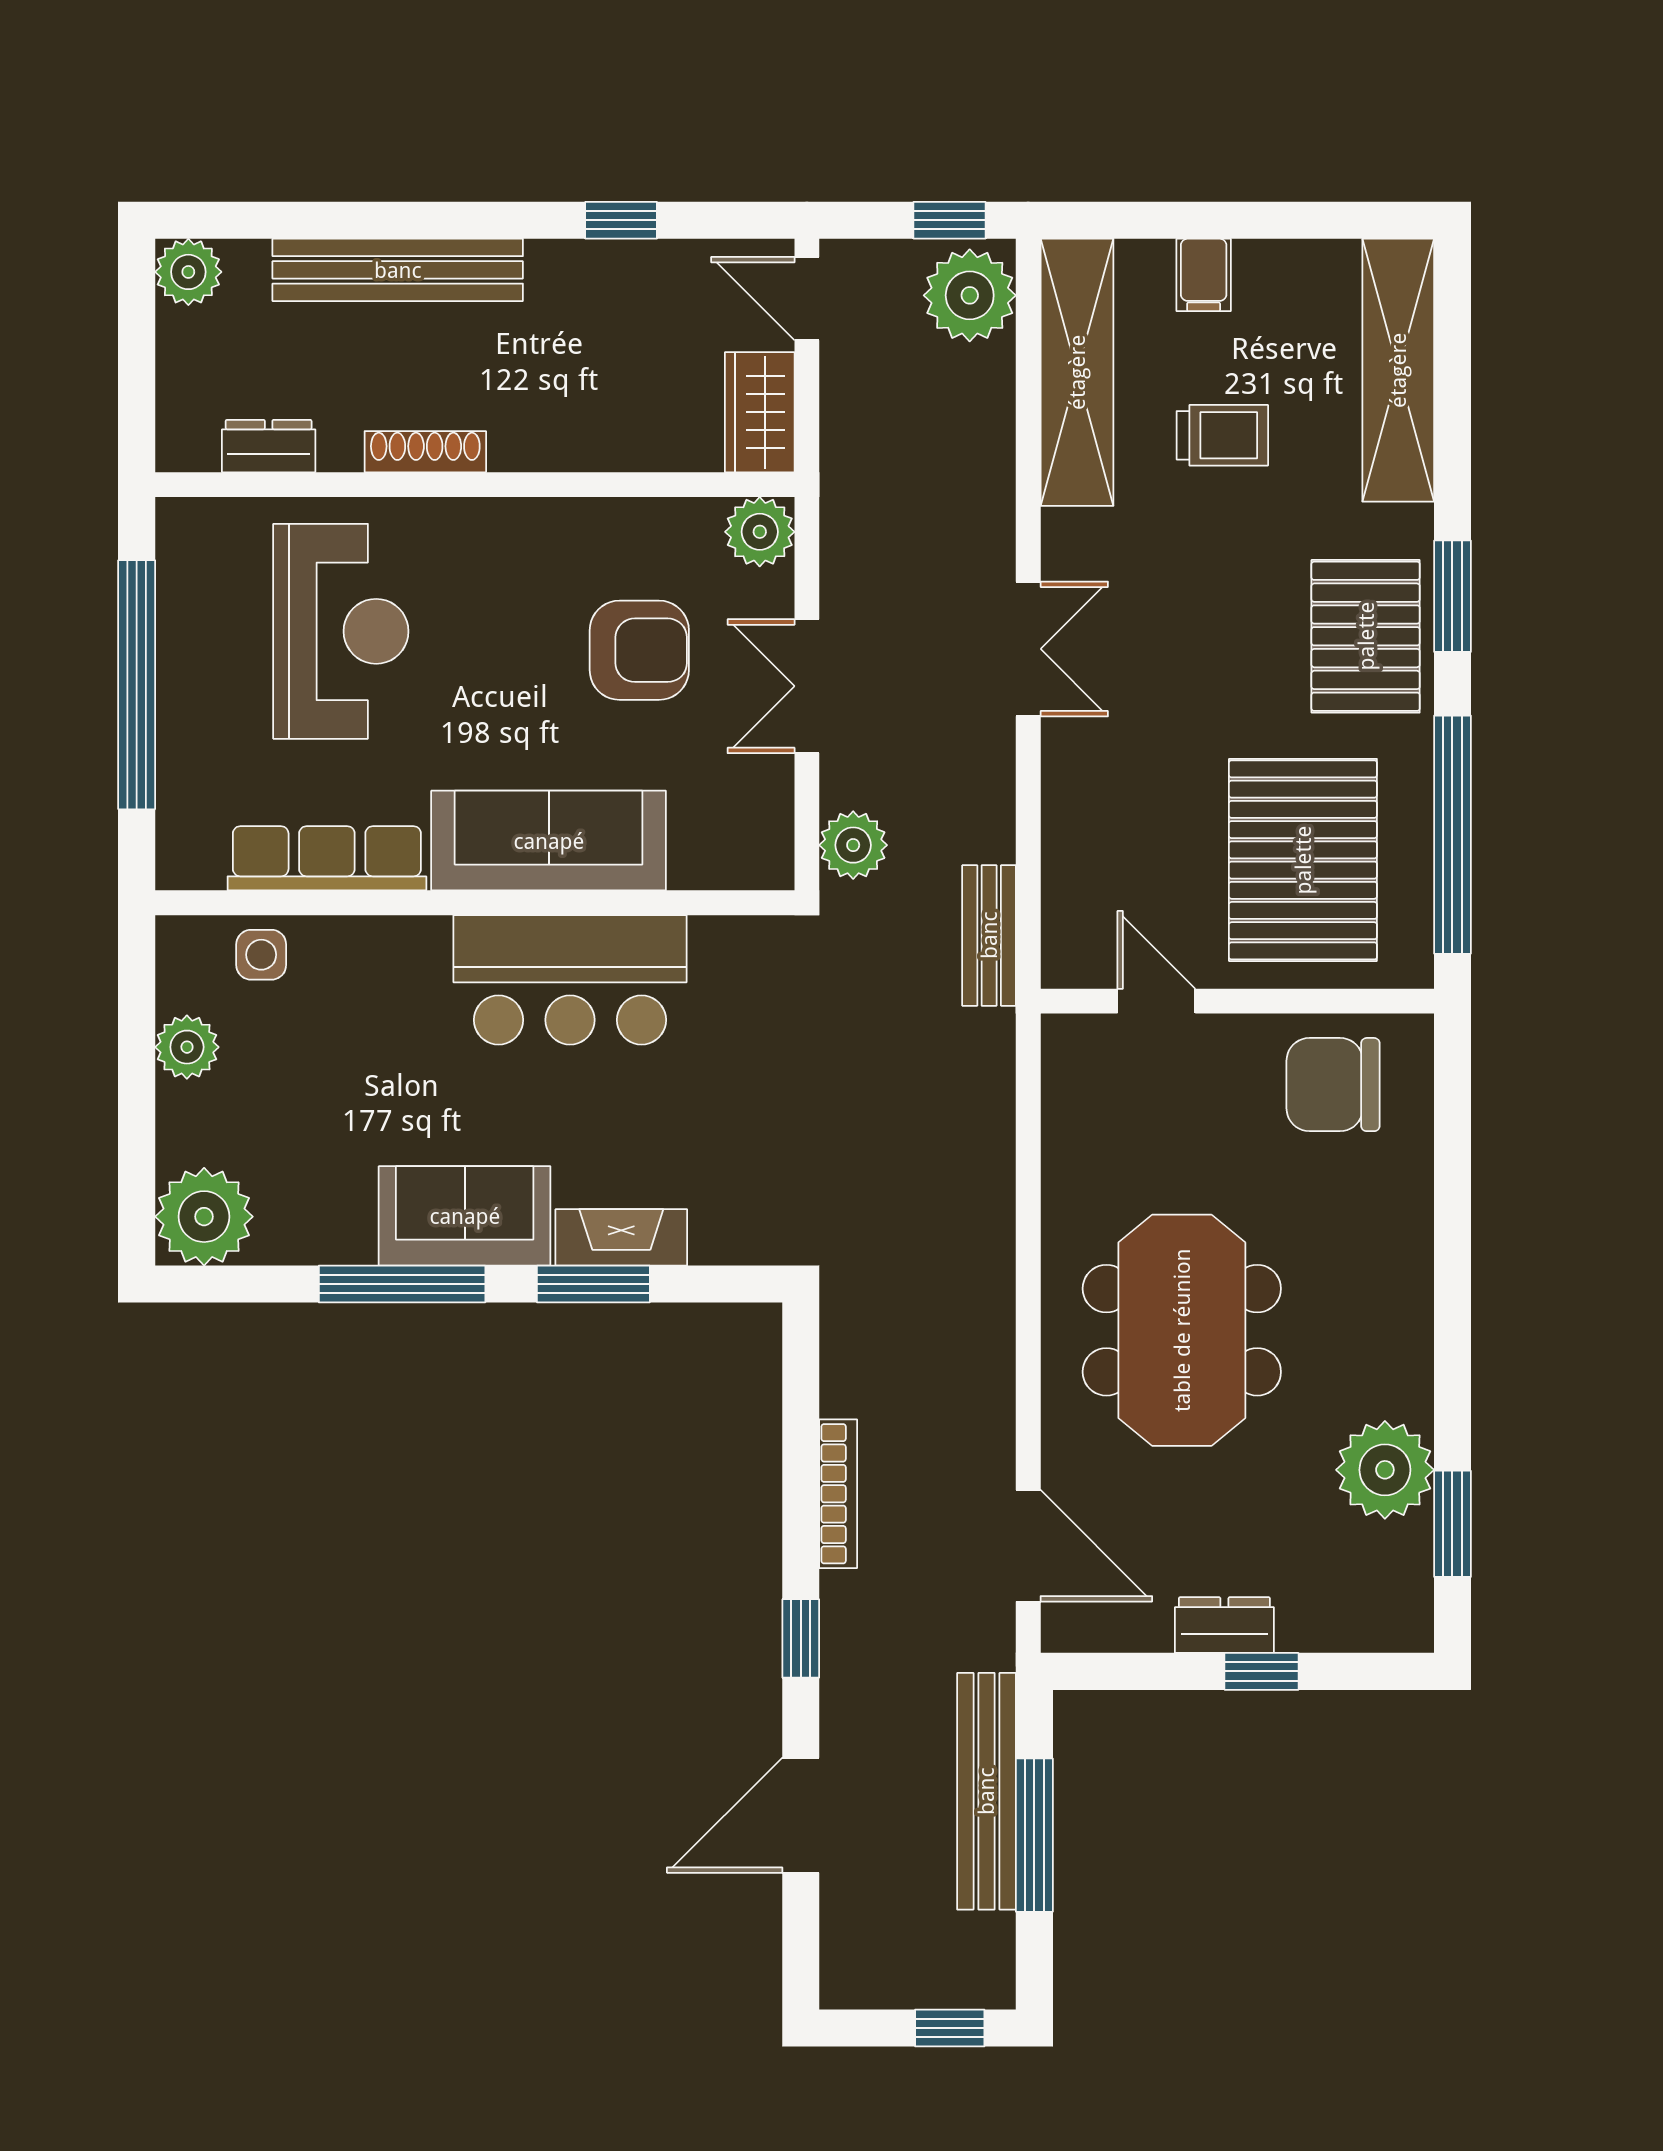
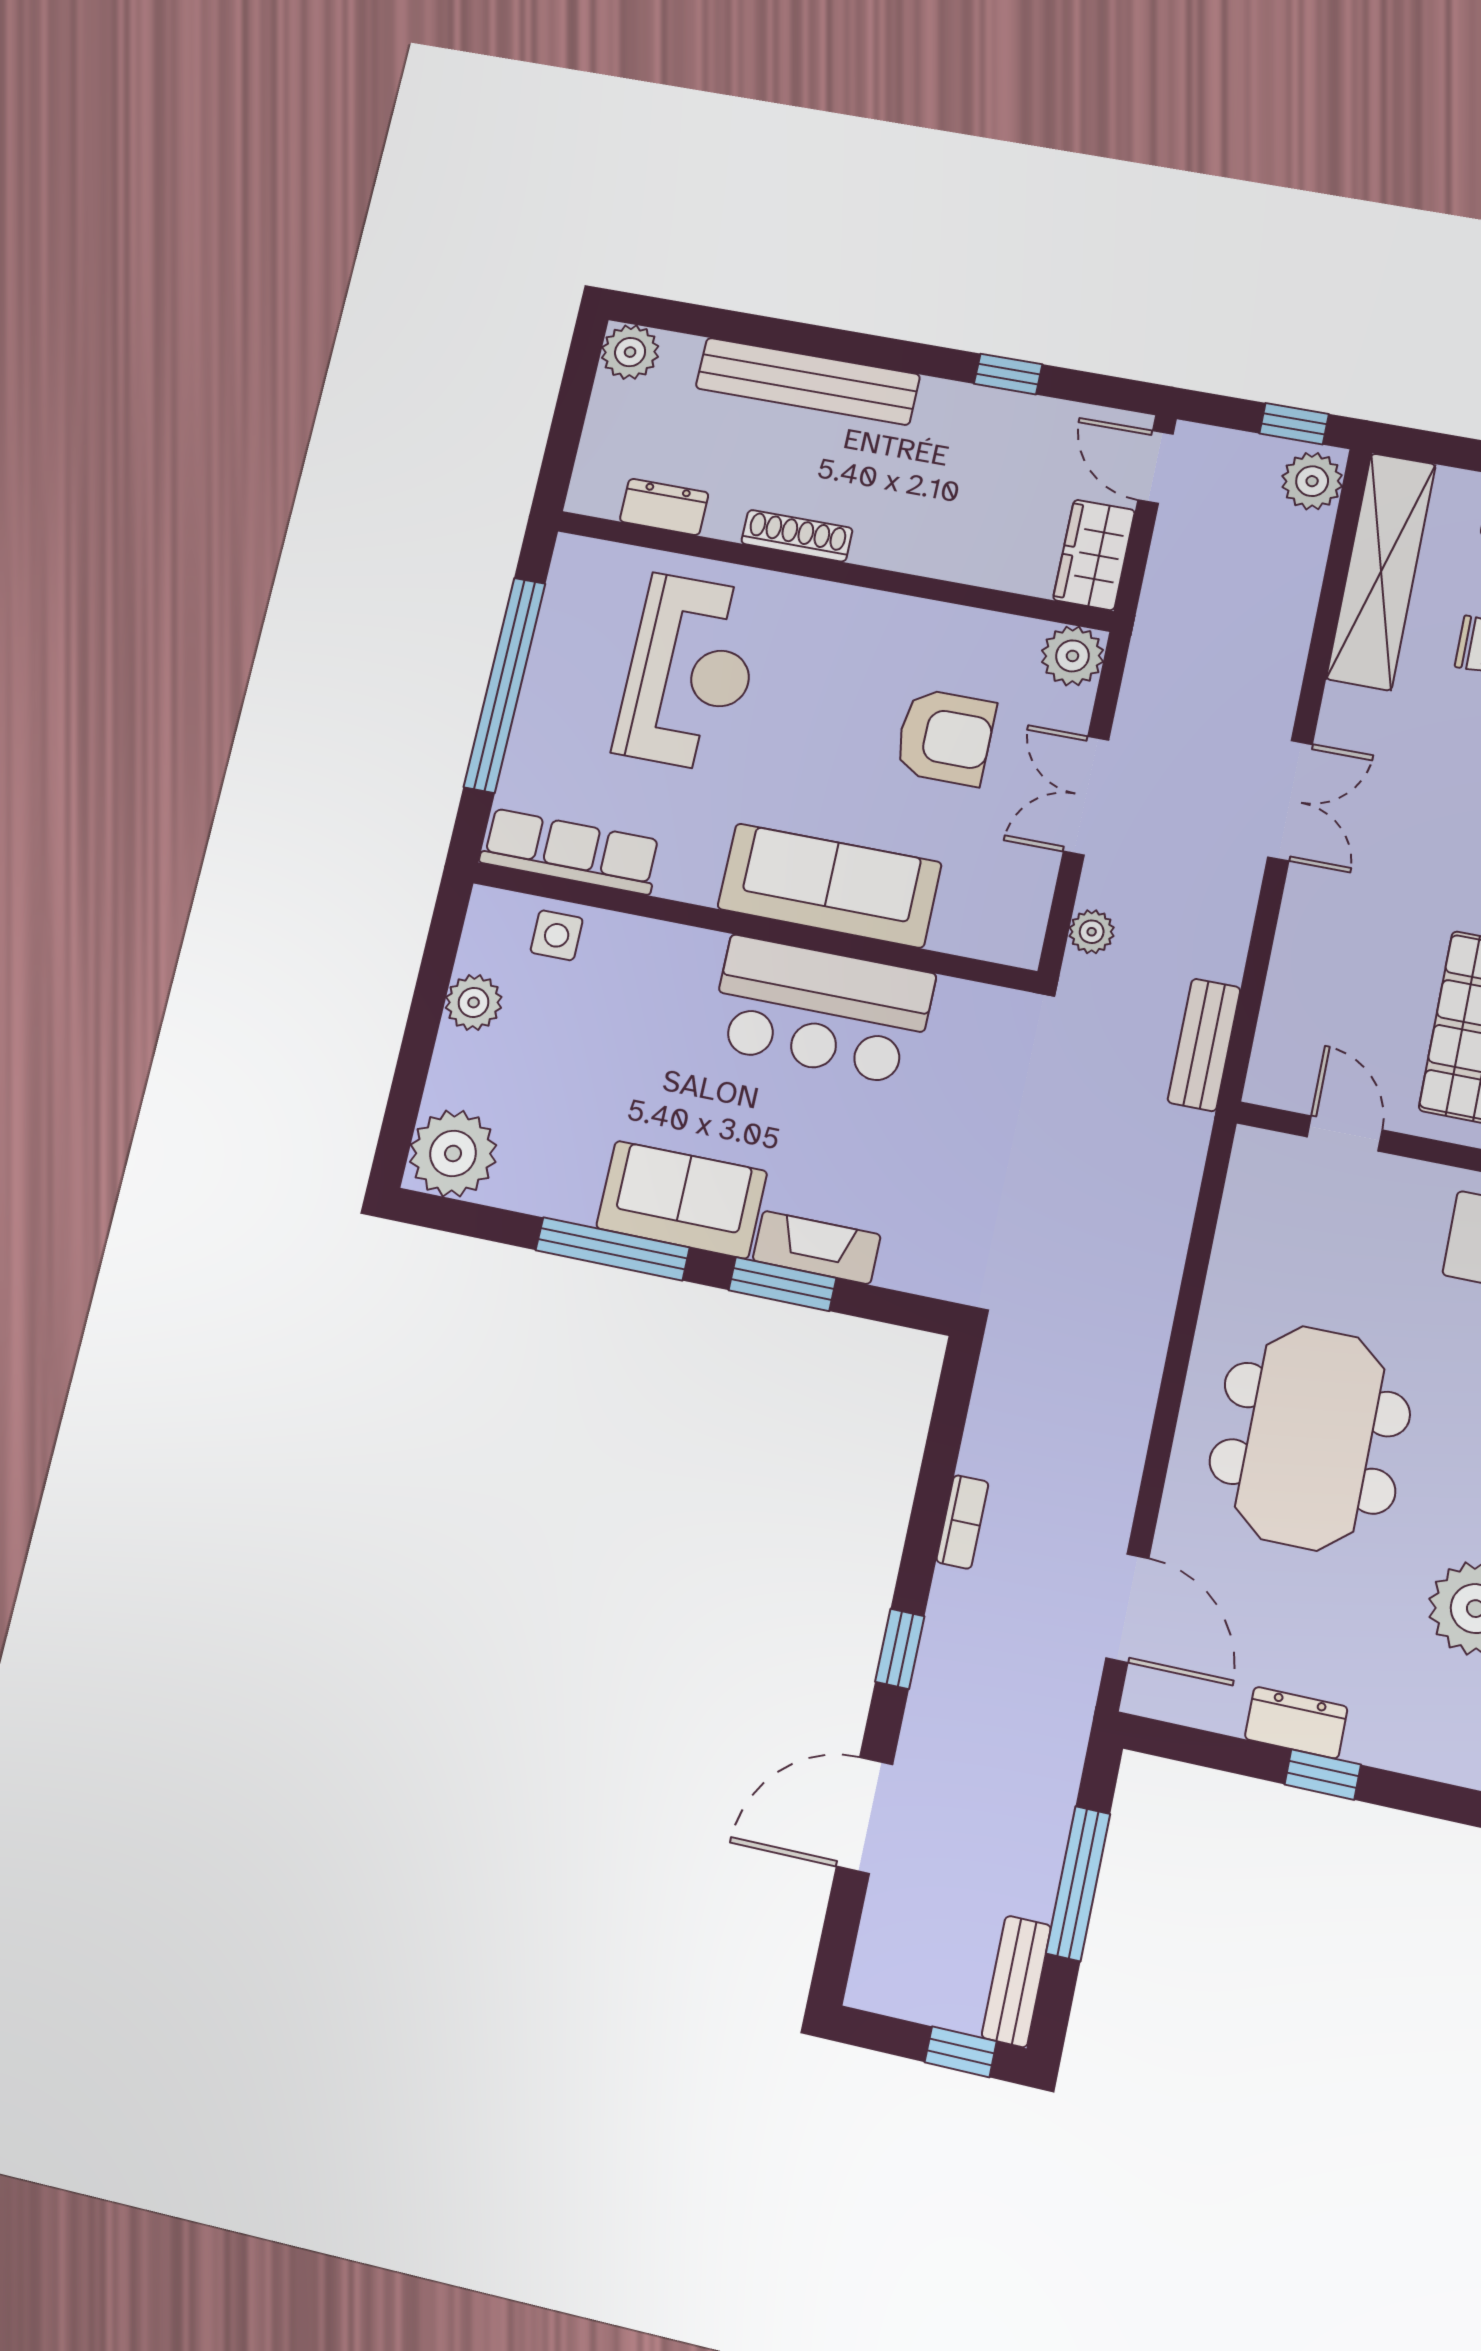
plant: (970, 295) -> (1312, 481), width x0.73, depth x0.73
plant: (853, 845) -> (1092, 932), width x0.73, depth x0.73
row of seats: (327, 858) -> (570, 851), moved
bookcase: (838, 1494) -> (962, 1522), width x0.64
bench: (986, 1791) -> (1016, 1981), moved, width x0.54, depth x0.82

